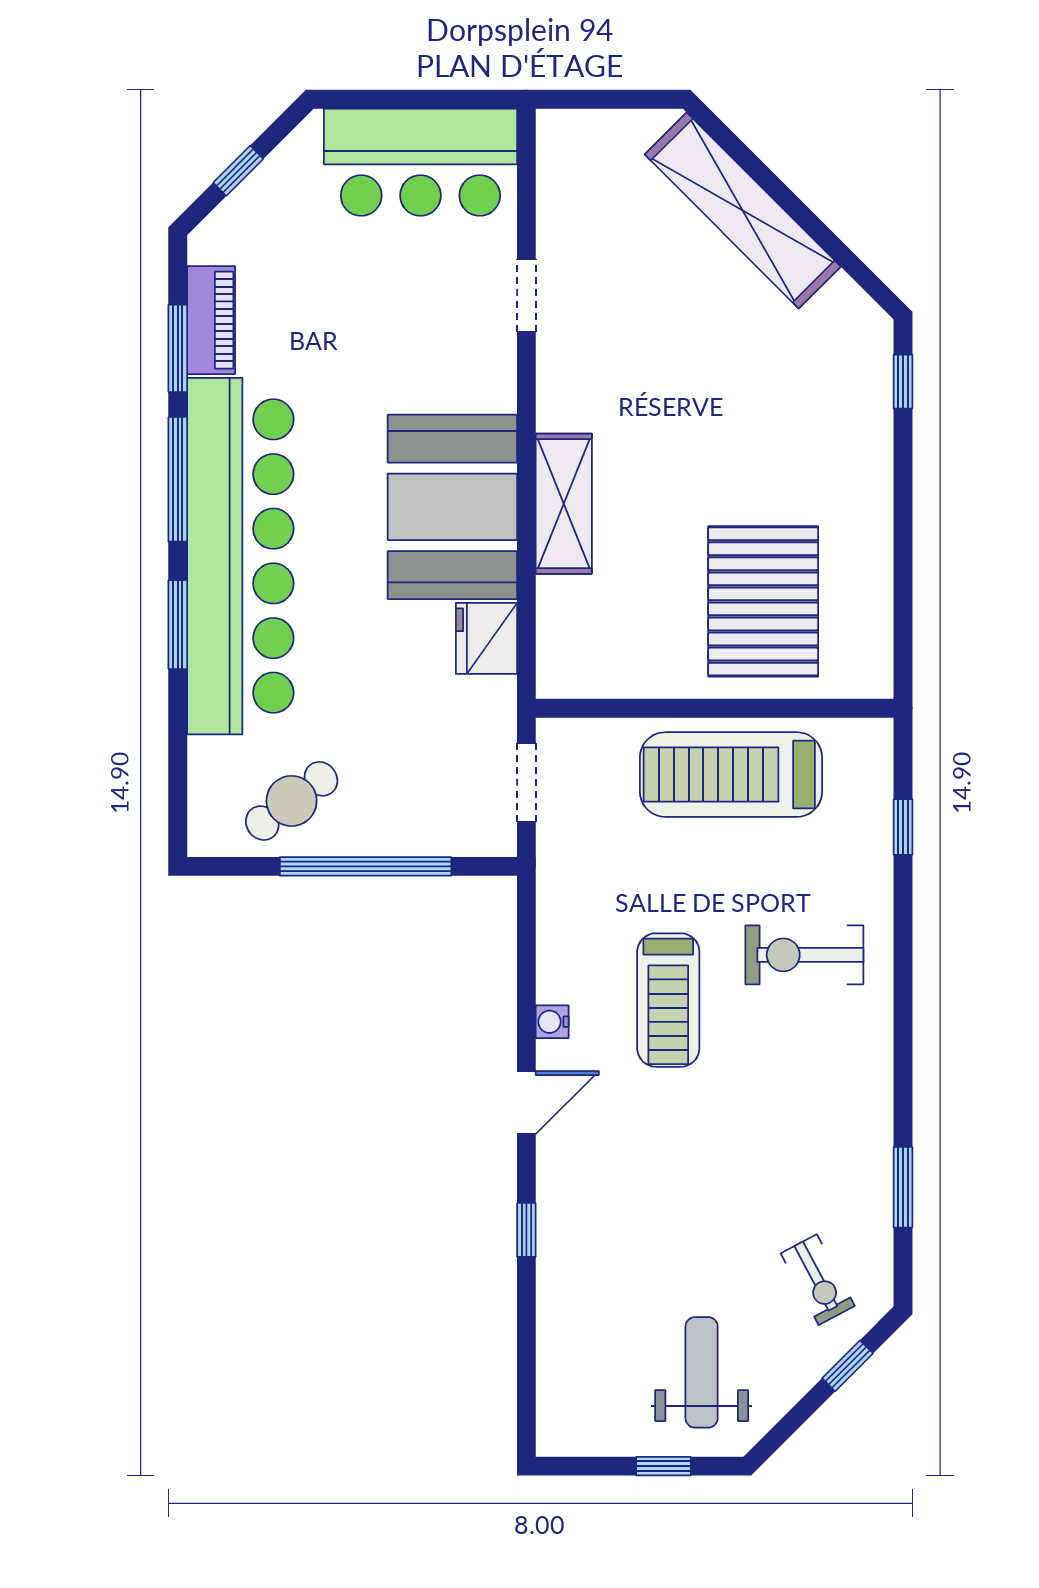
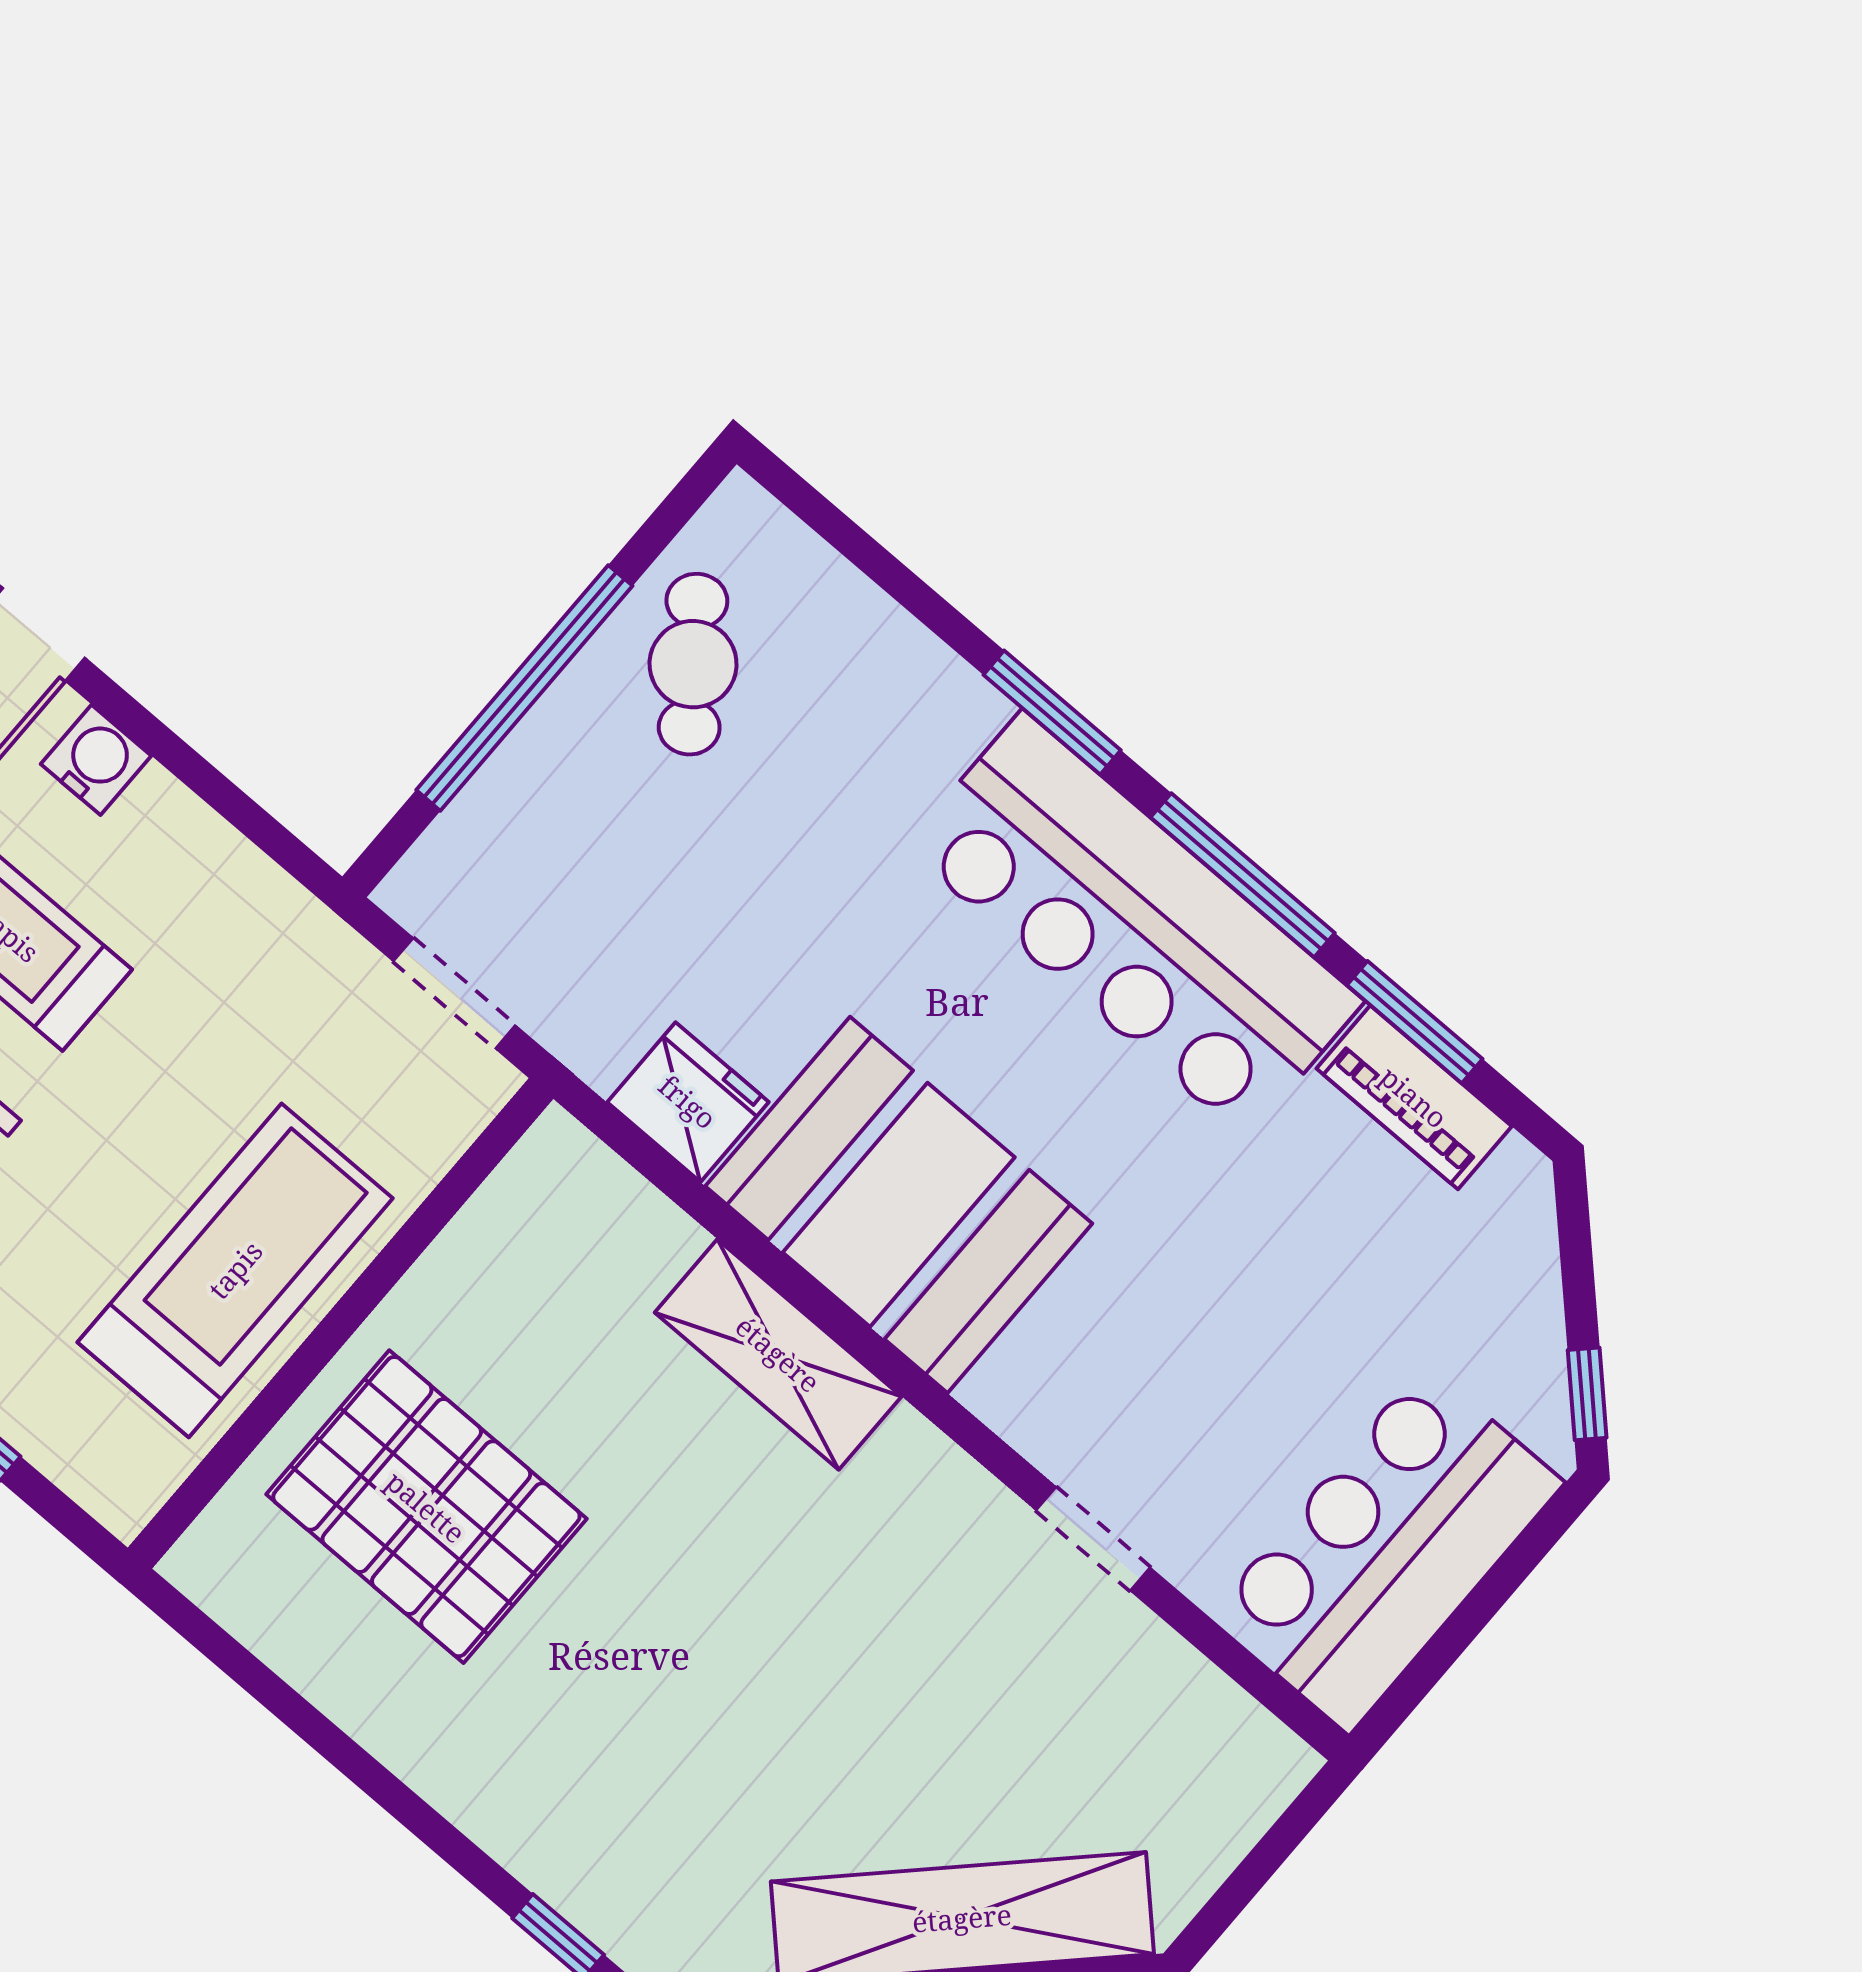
window: (238, 171) -> (1587, 1394), moved
bar counter: (240, 556) -> (1134, 924), width x0.73
water cooler: (552, 1022) -> (96, 760), width x1.38, depth x1.38

